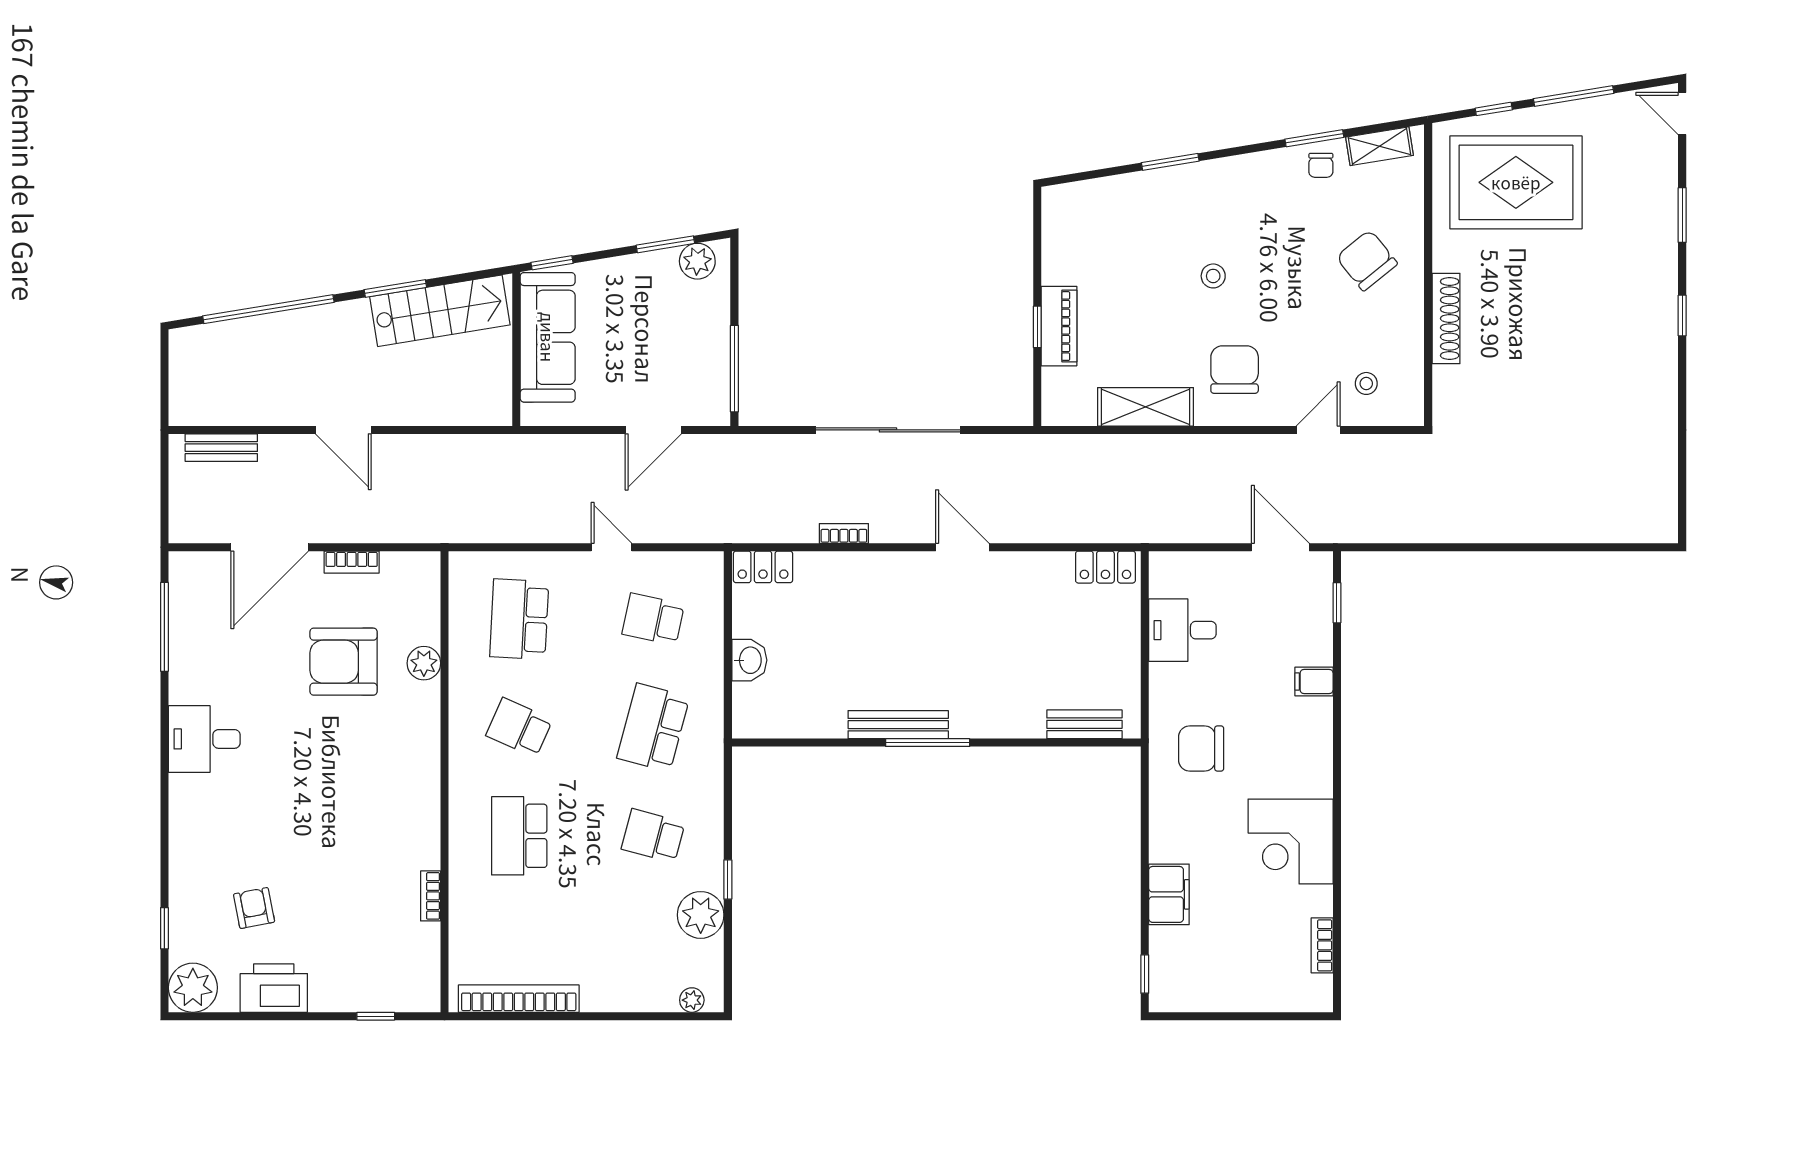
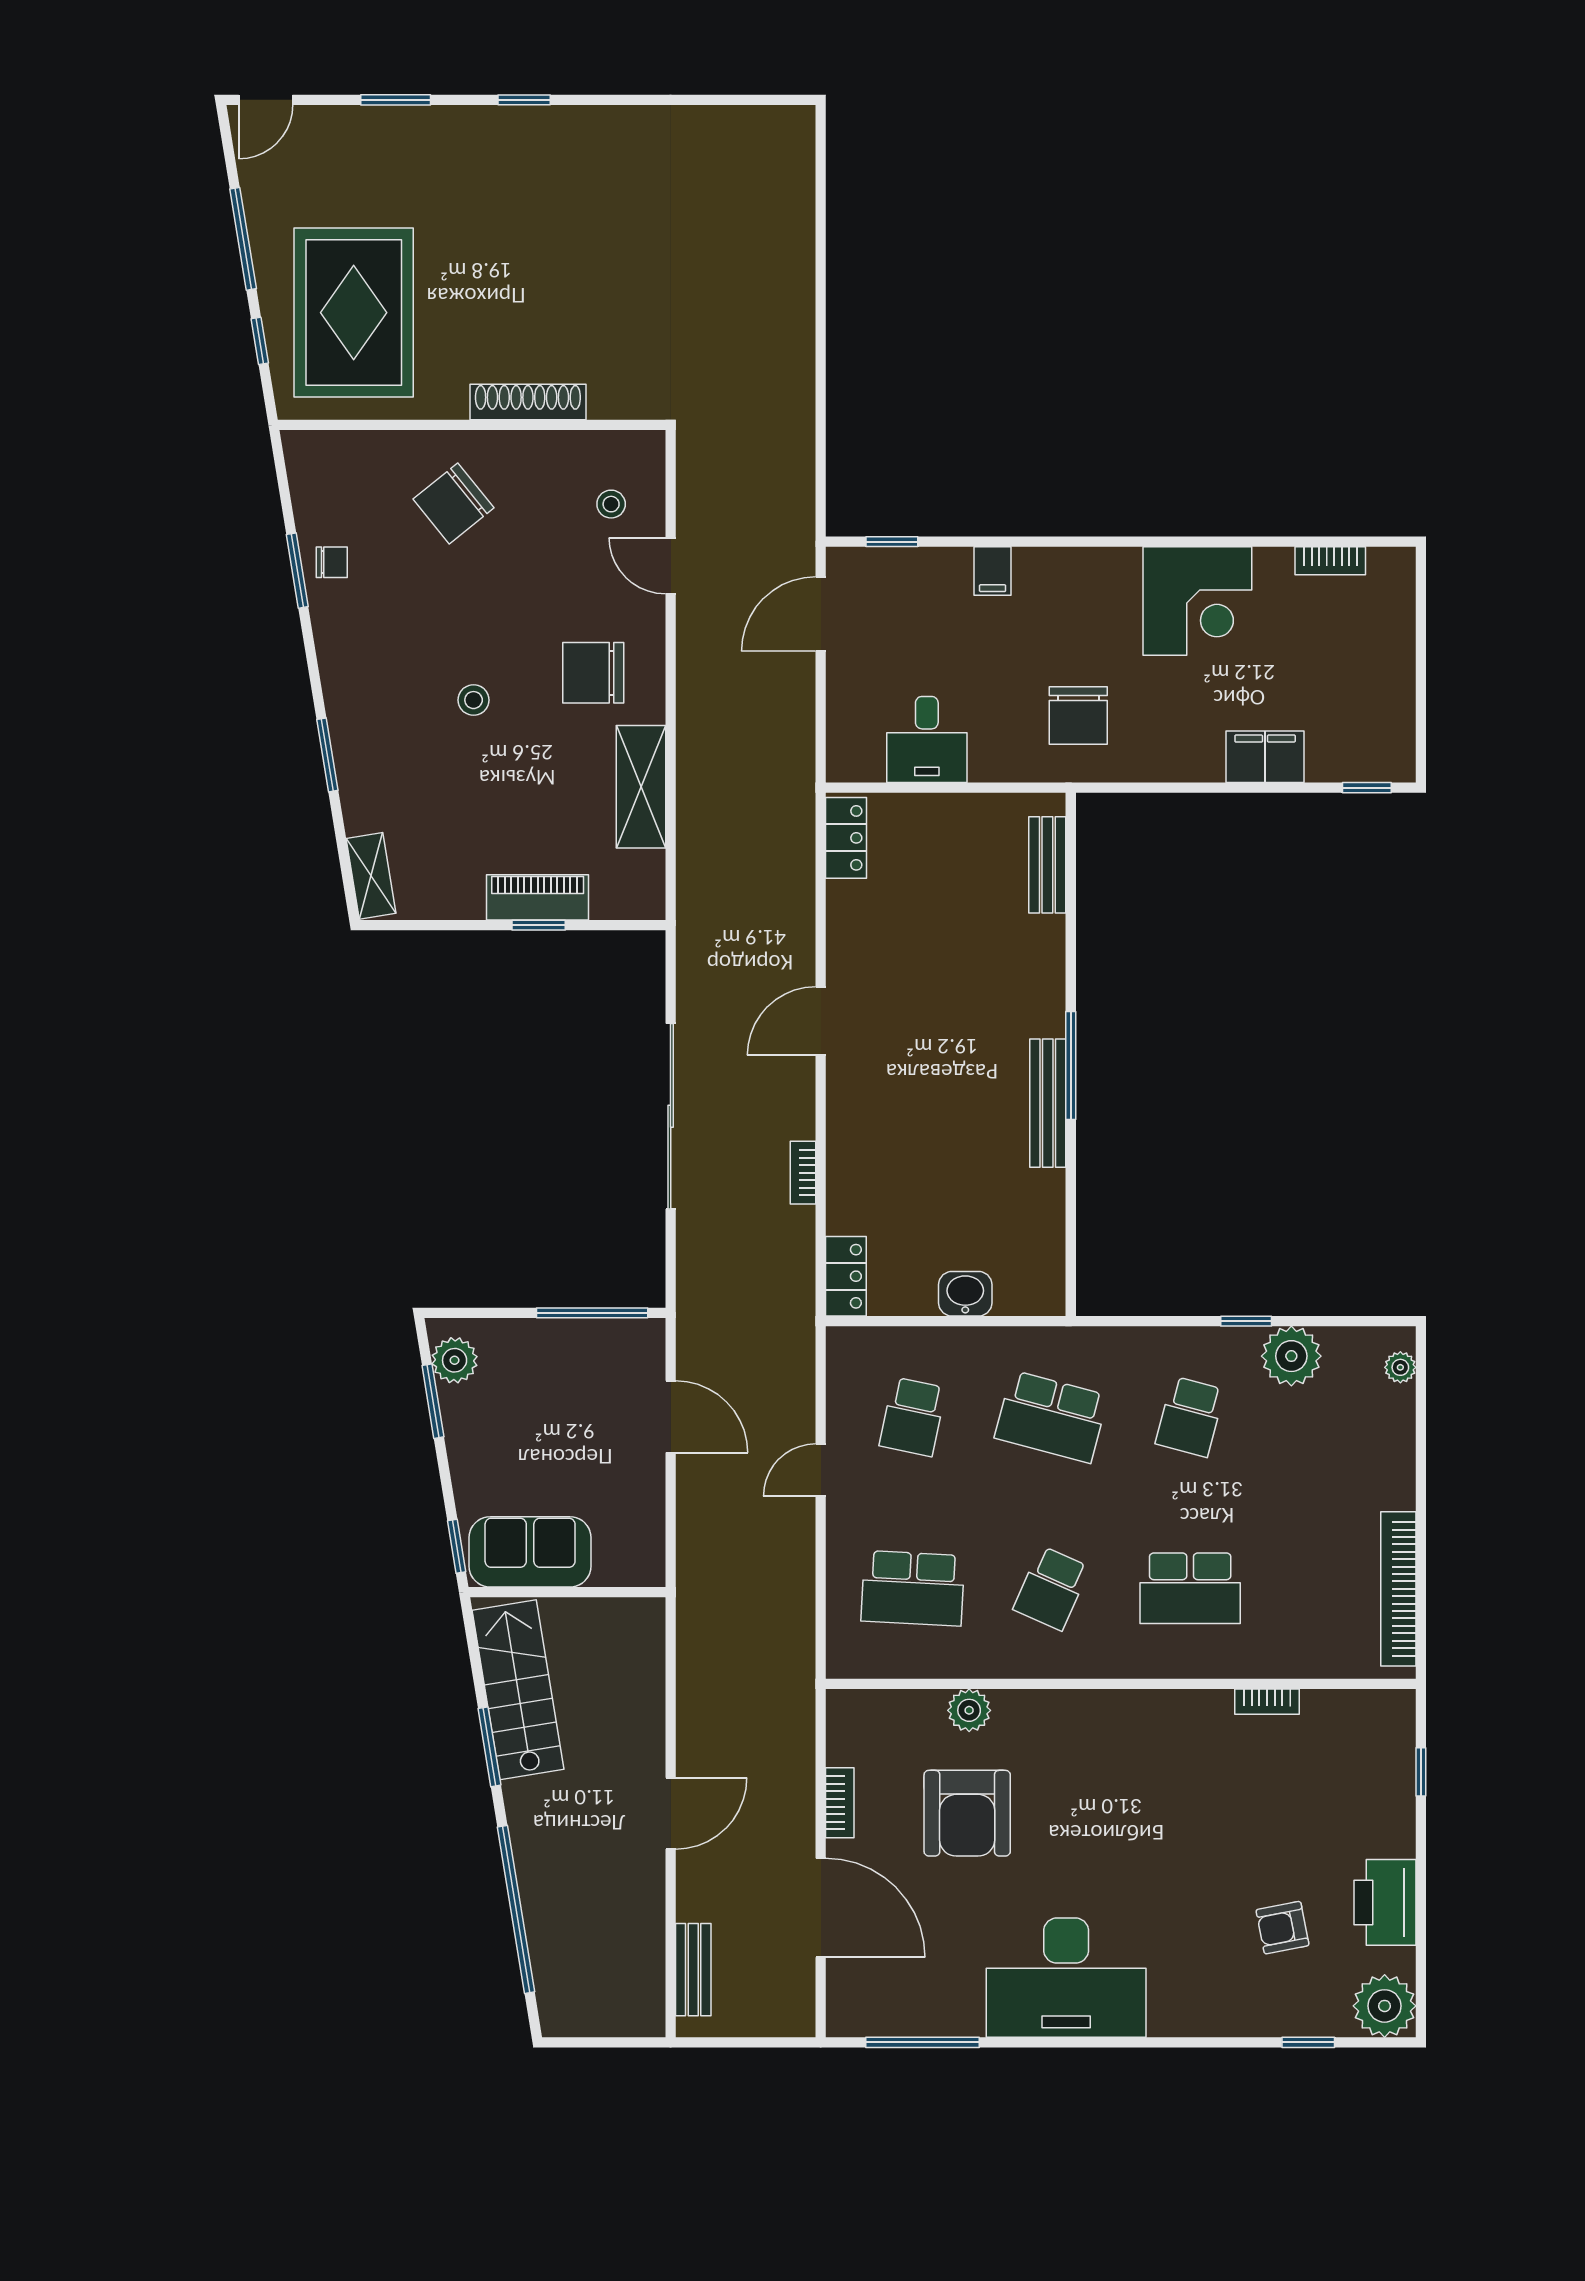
shelving: (1380, 146) -> (371, 876), moved
sofa: (548, 337) -> (530, 1552), width x0.73
desk: (204, 739) -> (1066, 1978), width x1.87, depth x1.30

